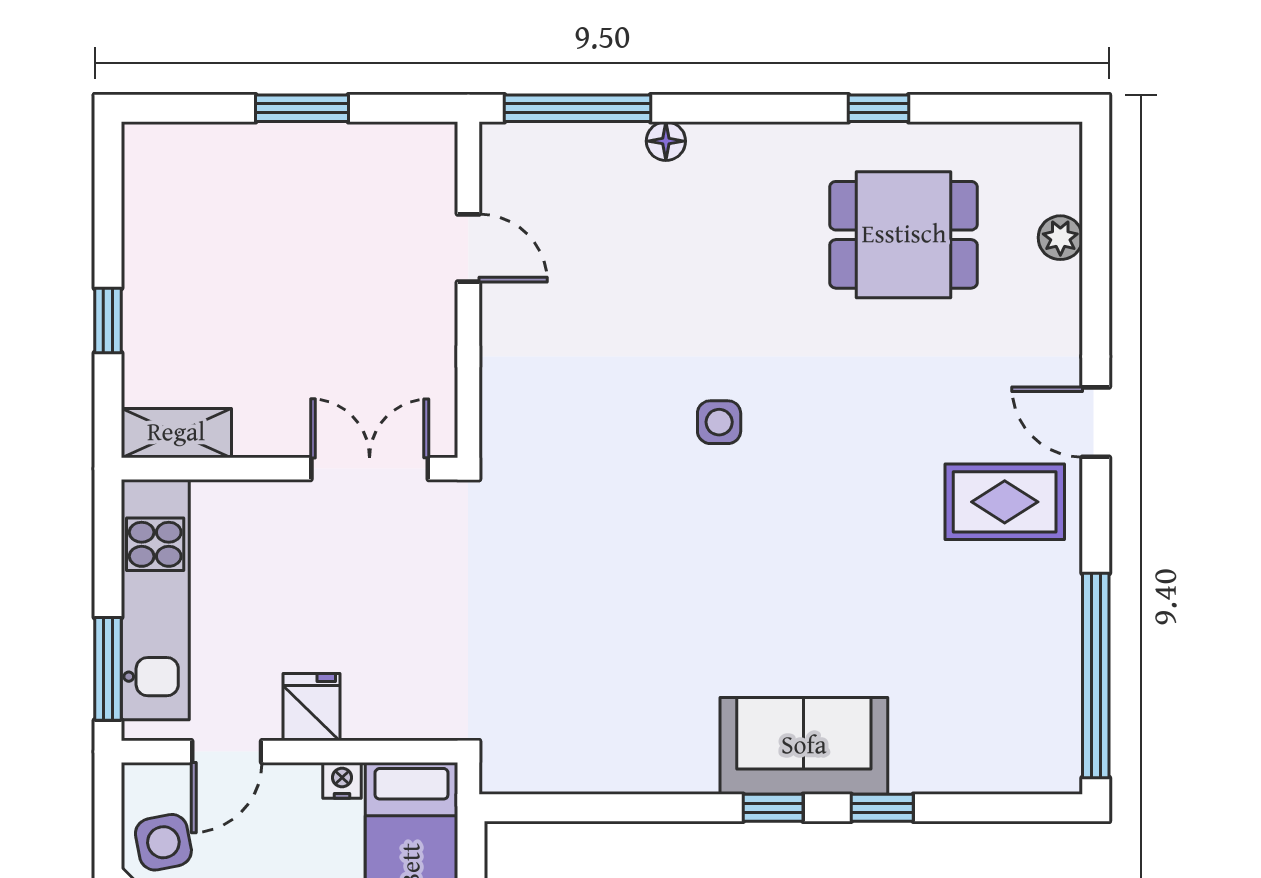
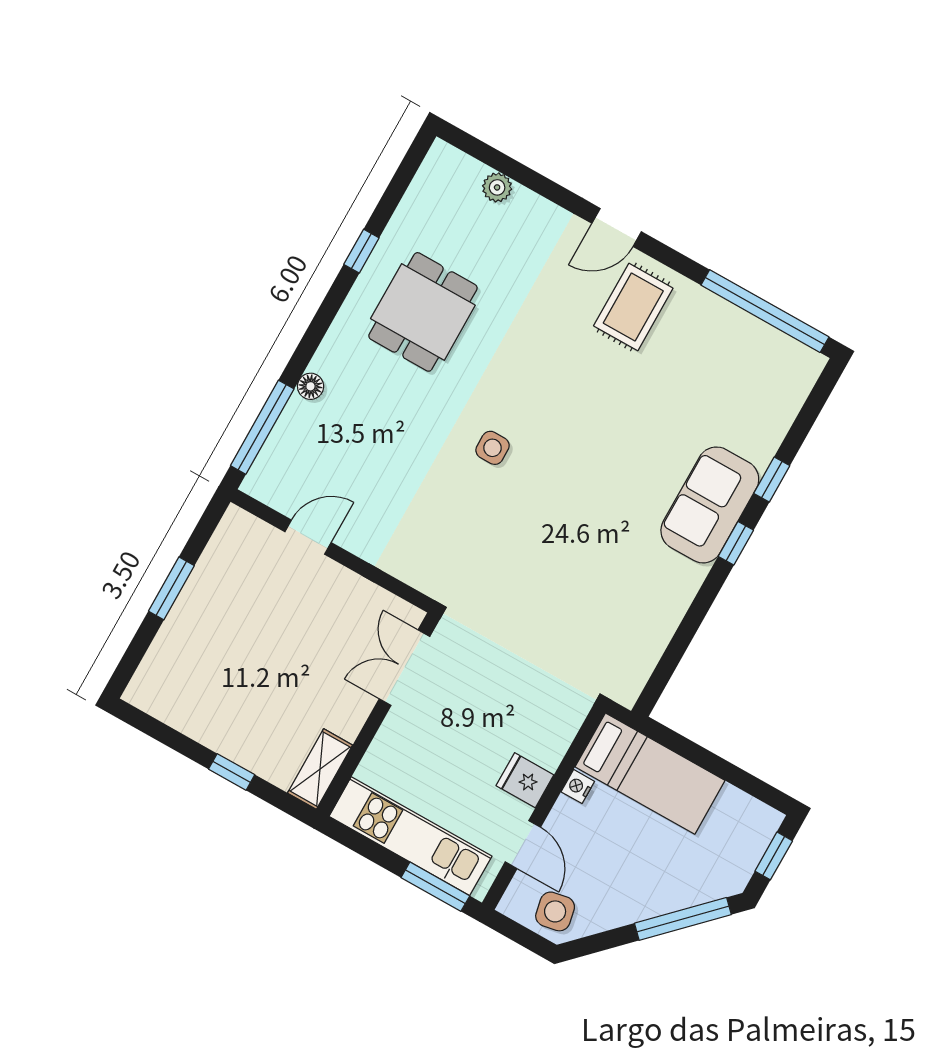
dining table: (904, 235) -> (423, 312), moved

